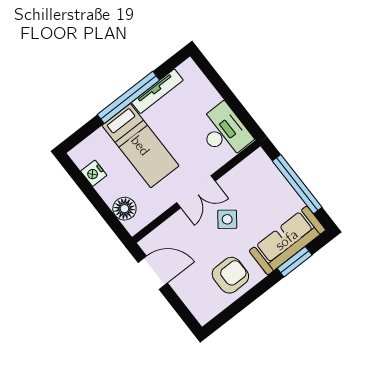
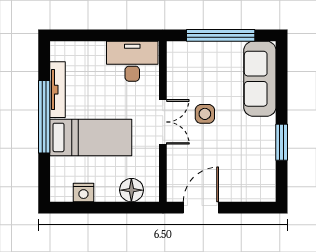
side table: (227, 219) -> (205, 114), turned -37
window: (295, 262) -> (282, 142), moved
armchair: (230, 275) -> (252, 147), removed

